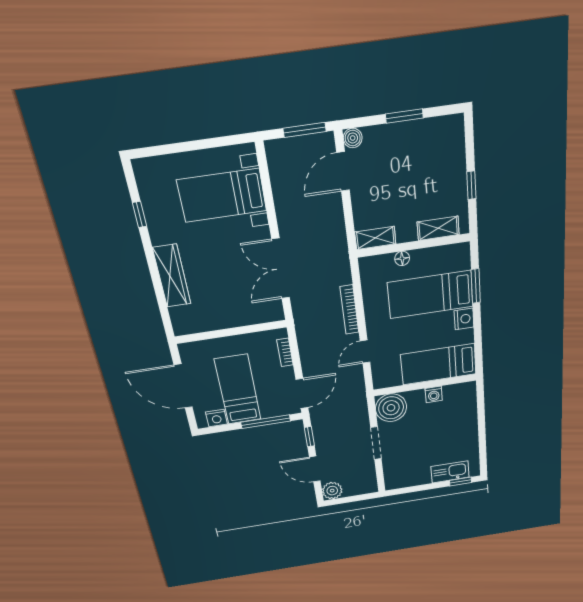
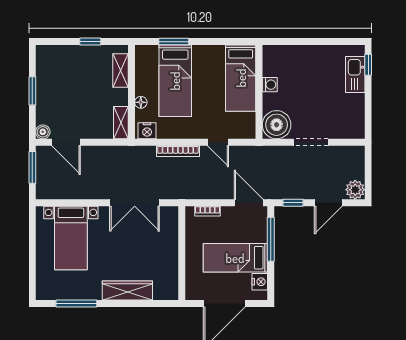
window: (140, 215) -> (76, 303), width x2.17
nightstand: (464, 319) -> (147, 131), moved, turned 180

